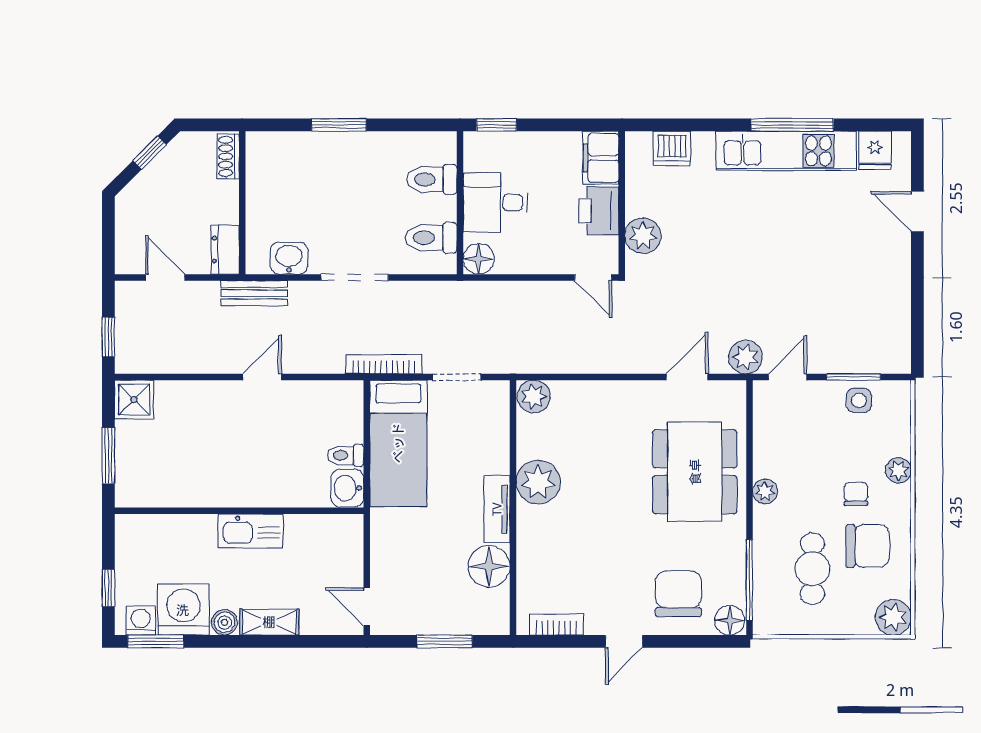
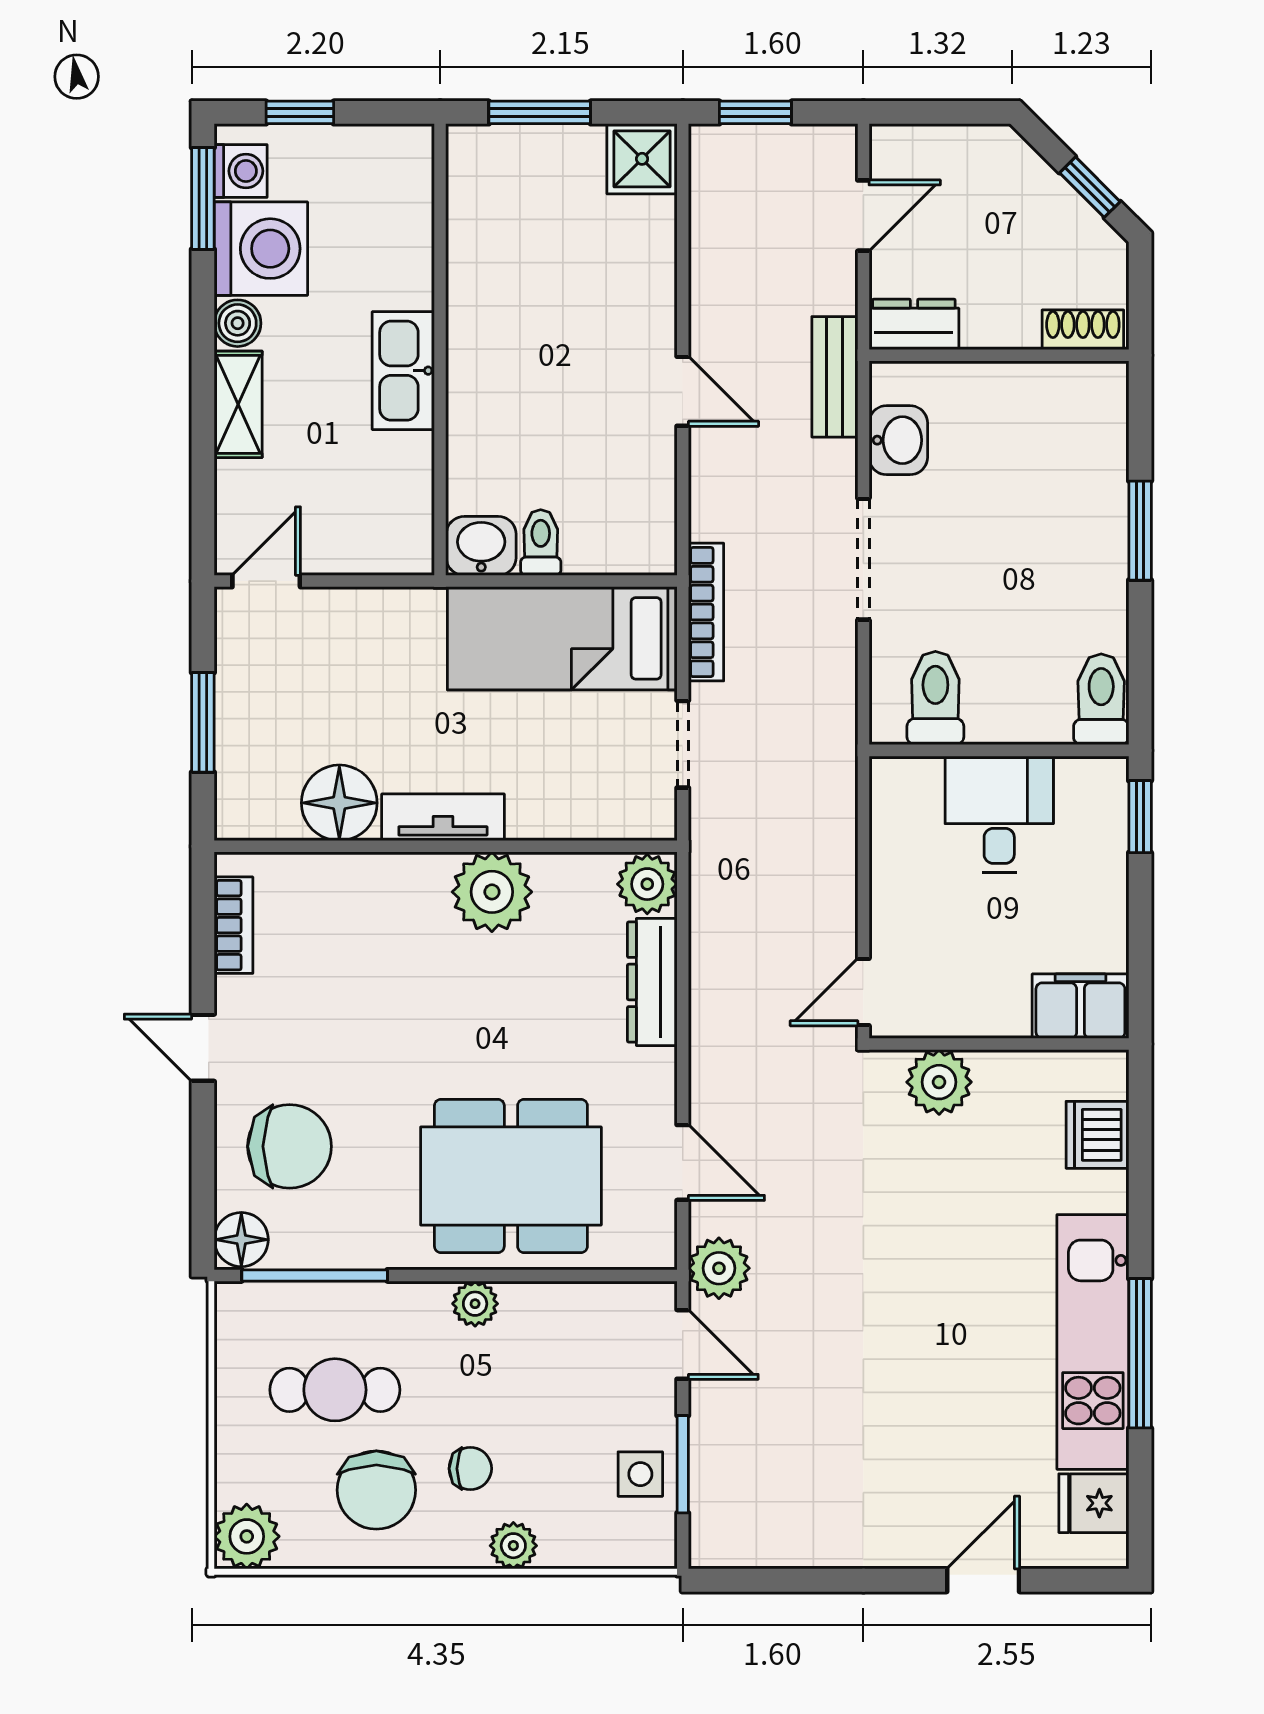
toilet: (432, 179) -> (1101, 699), moved
printer: (599, 211) -> (984, 1002), removed
floor lamp: (479, 259) -> (897, 784), removed
dresser: (588, 394) -> (652, 982), added

